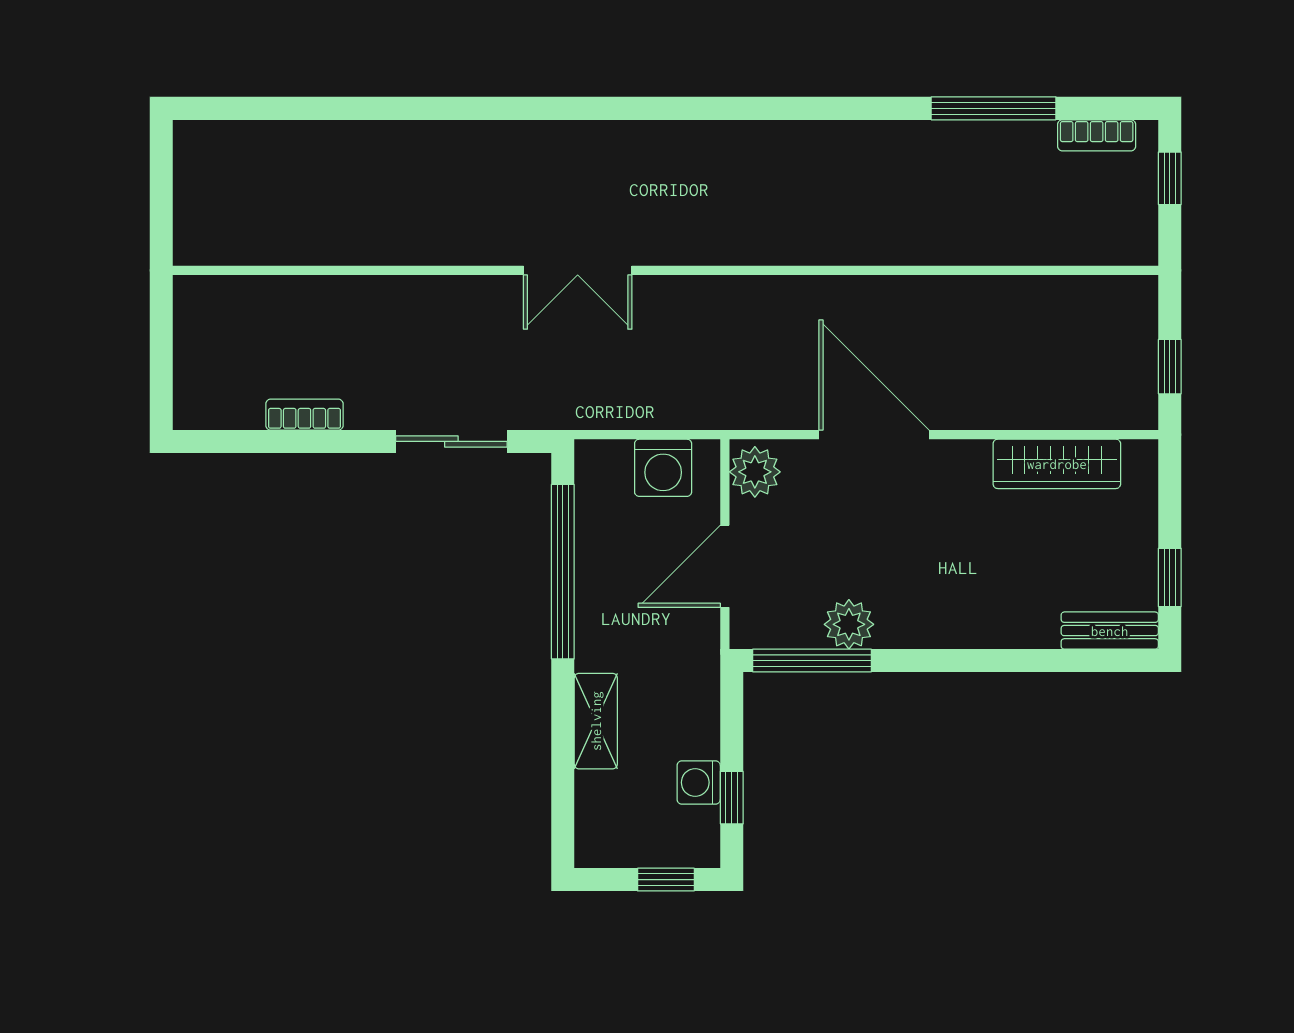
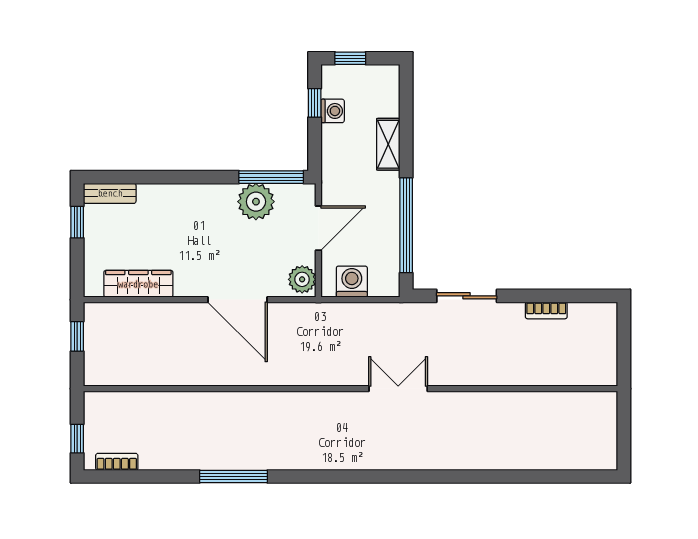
window: (994, 108) -> (233, 476), moved
plant: (849, 624) -> (256, 202), width x1.36, depth x1.36

